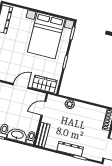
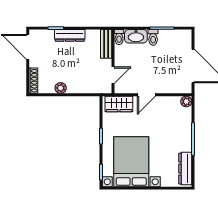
plant: (70, 104) -> (61, 88), moved

